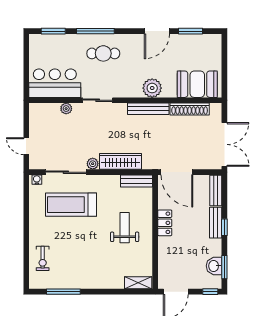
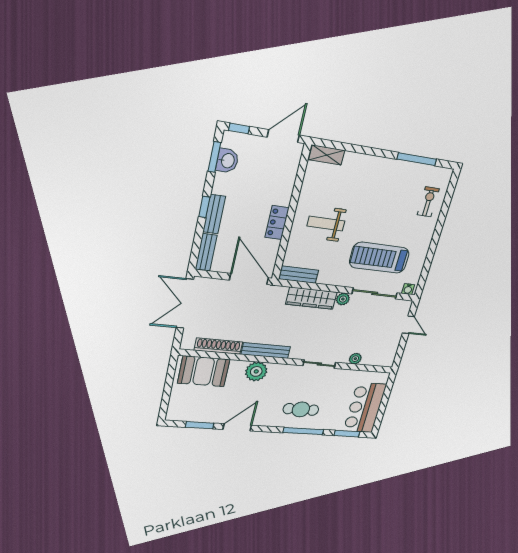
bar counter: (55, 83) -> (365, 408), moved, turned 90
treadmill: (71, 205) -> (379, 258), turned 180
weight bench: (125, 228) -> (326, 223), turned 90

